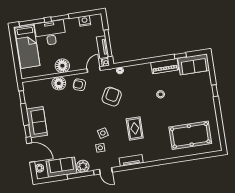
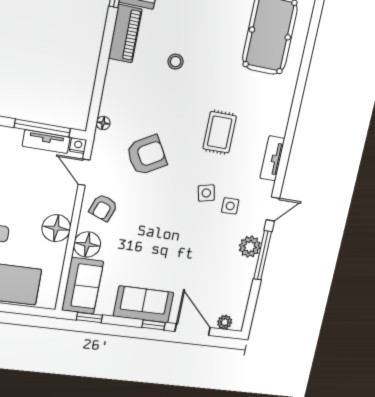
armchair: (112, 97) -> (147, 155), turned 121
rug: (135, 128) -> (220, 132), turned 90
door: (31, 152) -> (193, 329), hinge flipped
sofa: (62, 167) -> (83, 286), moved, turned 180

